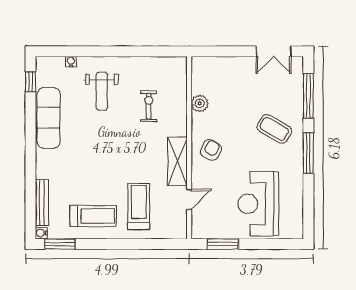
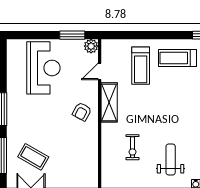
plant: (200, 103) -> (91, 46), moved
coffee table: (274, 129) -> (33, 157), moved

